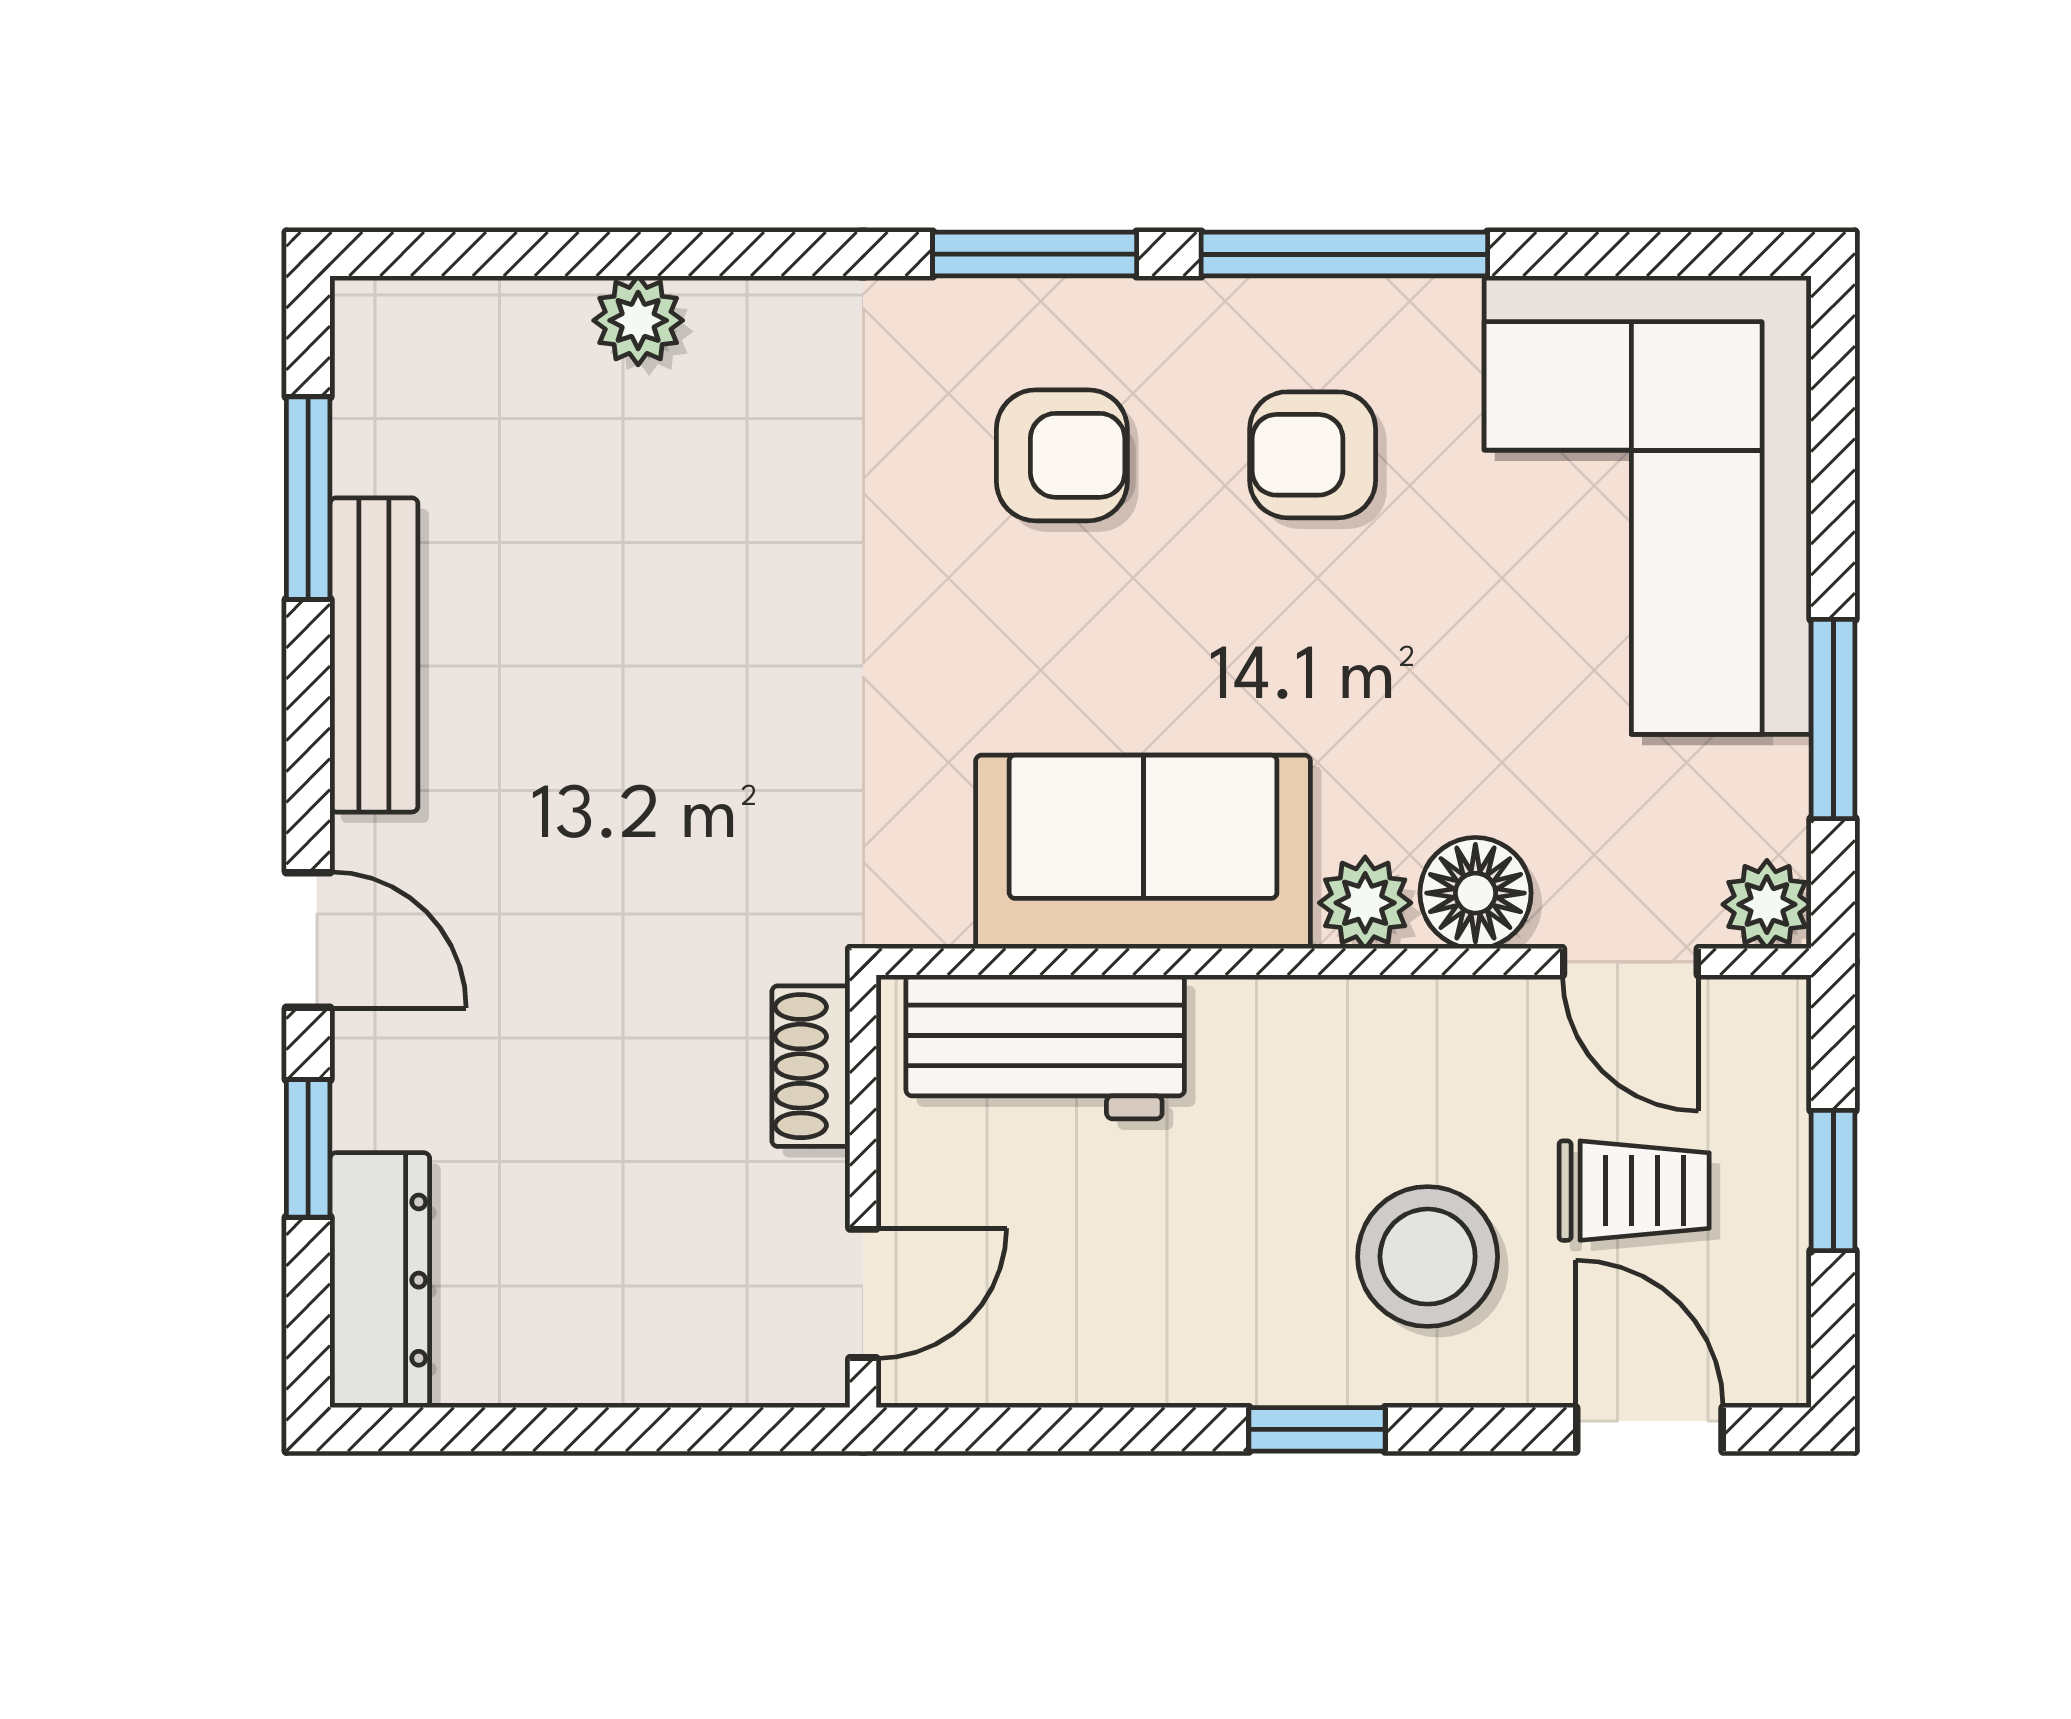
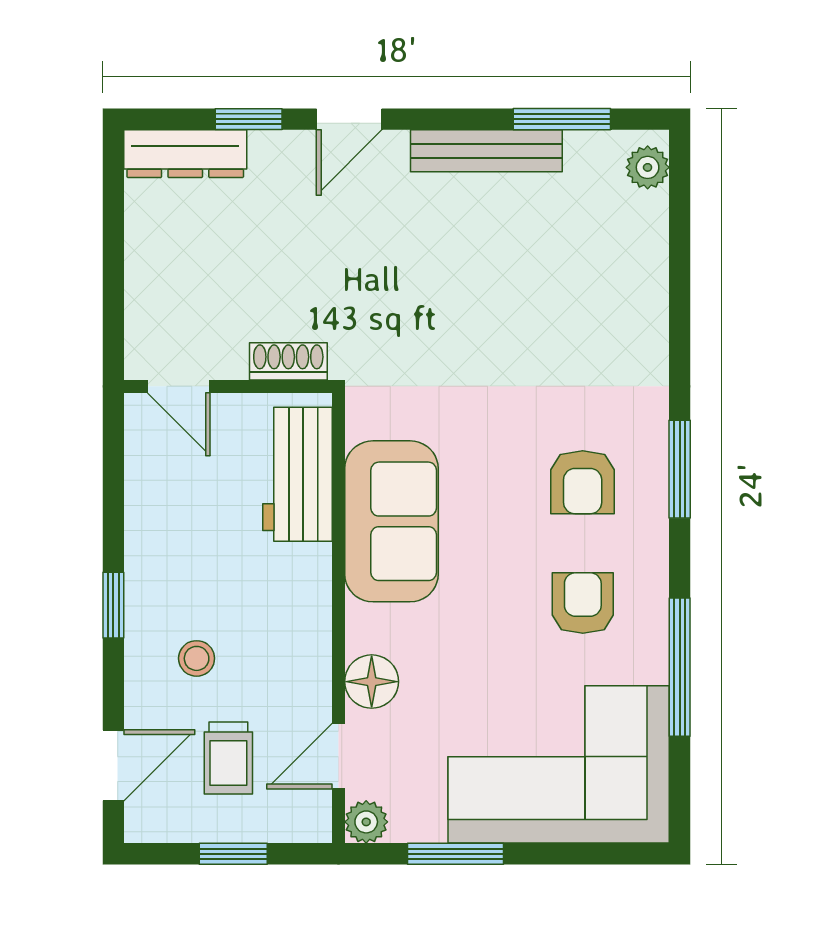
window: (1344, 254) -> (680, 667), moved
plant: (638, 320) -> (648, 167), moved
plant: (1365, 903) -> (367, 628), removed
stool: (1428, 1257) -> (197, 658), width x0.53, depth x0.53

